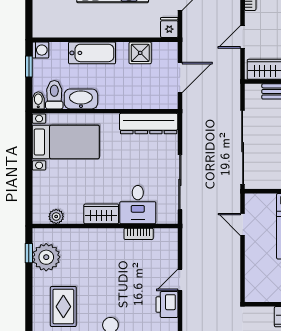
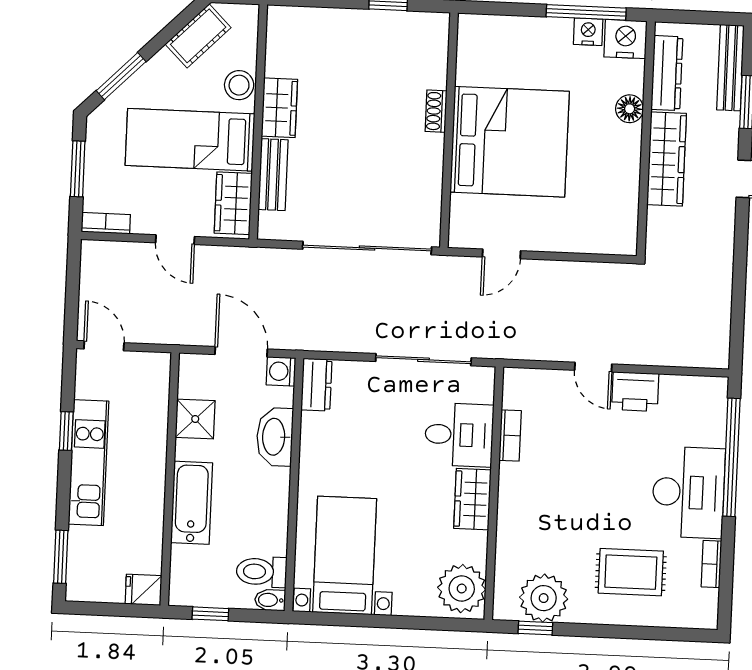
fridge: (169, 28) -> (143, 590), moved
washing machine: (41, 50) -> (281, 371), moved, turned -90
washbasin: (81, 99) -> (275, 437), moved
dresser: (149, 124) -> (316, 385), width x0.51, depth x0.80
plant: (56, 216) -> (462, 589), width x1.87, depth x1.87

